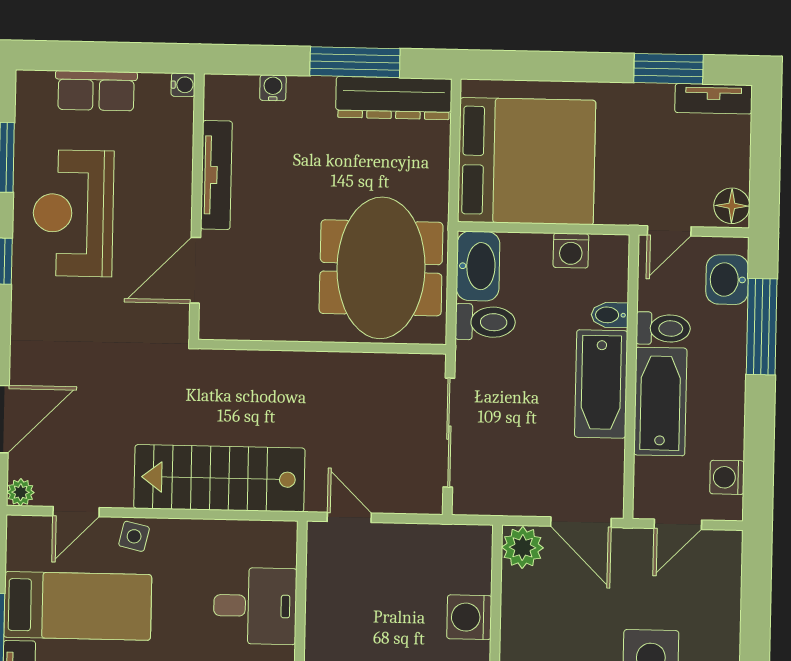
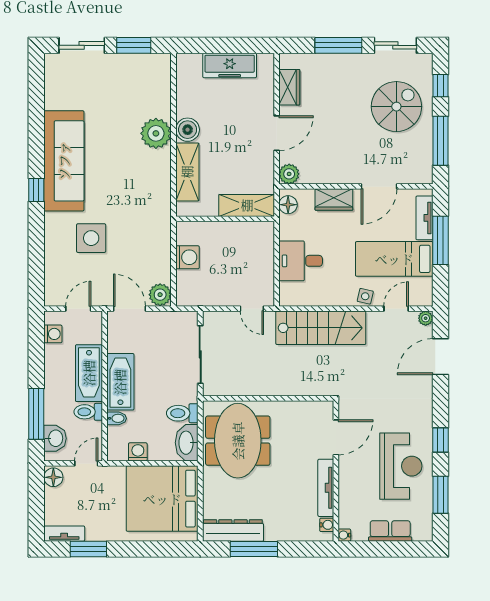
water cooler: (273, 88) -> (327, 525), moved, turned -90

